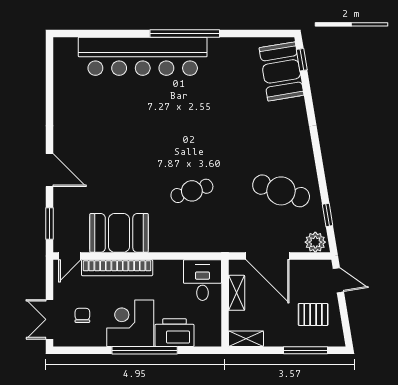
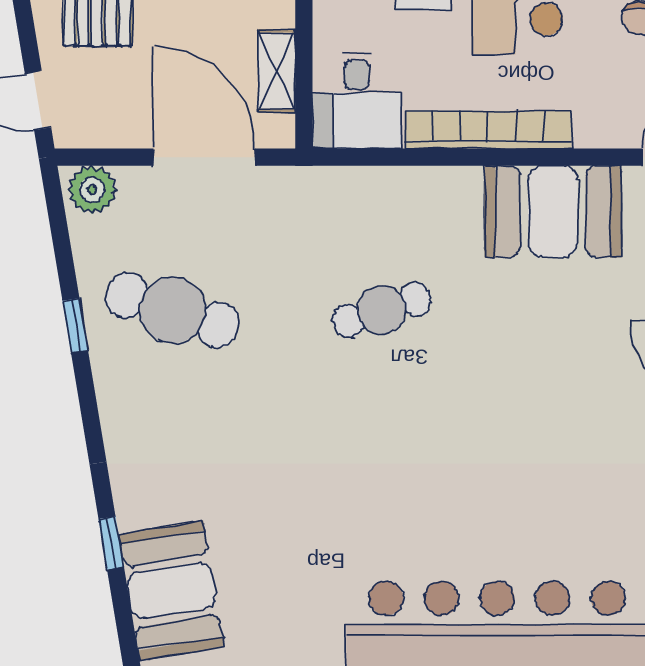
window: (302, 60) -> (111, 543), moved
window: (328, 215) -> (75, 326), moved
bookcase: (117, 268) -> (488, 130), moved

